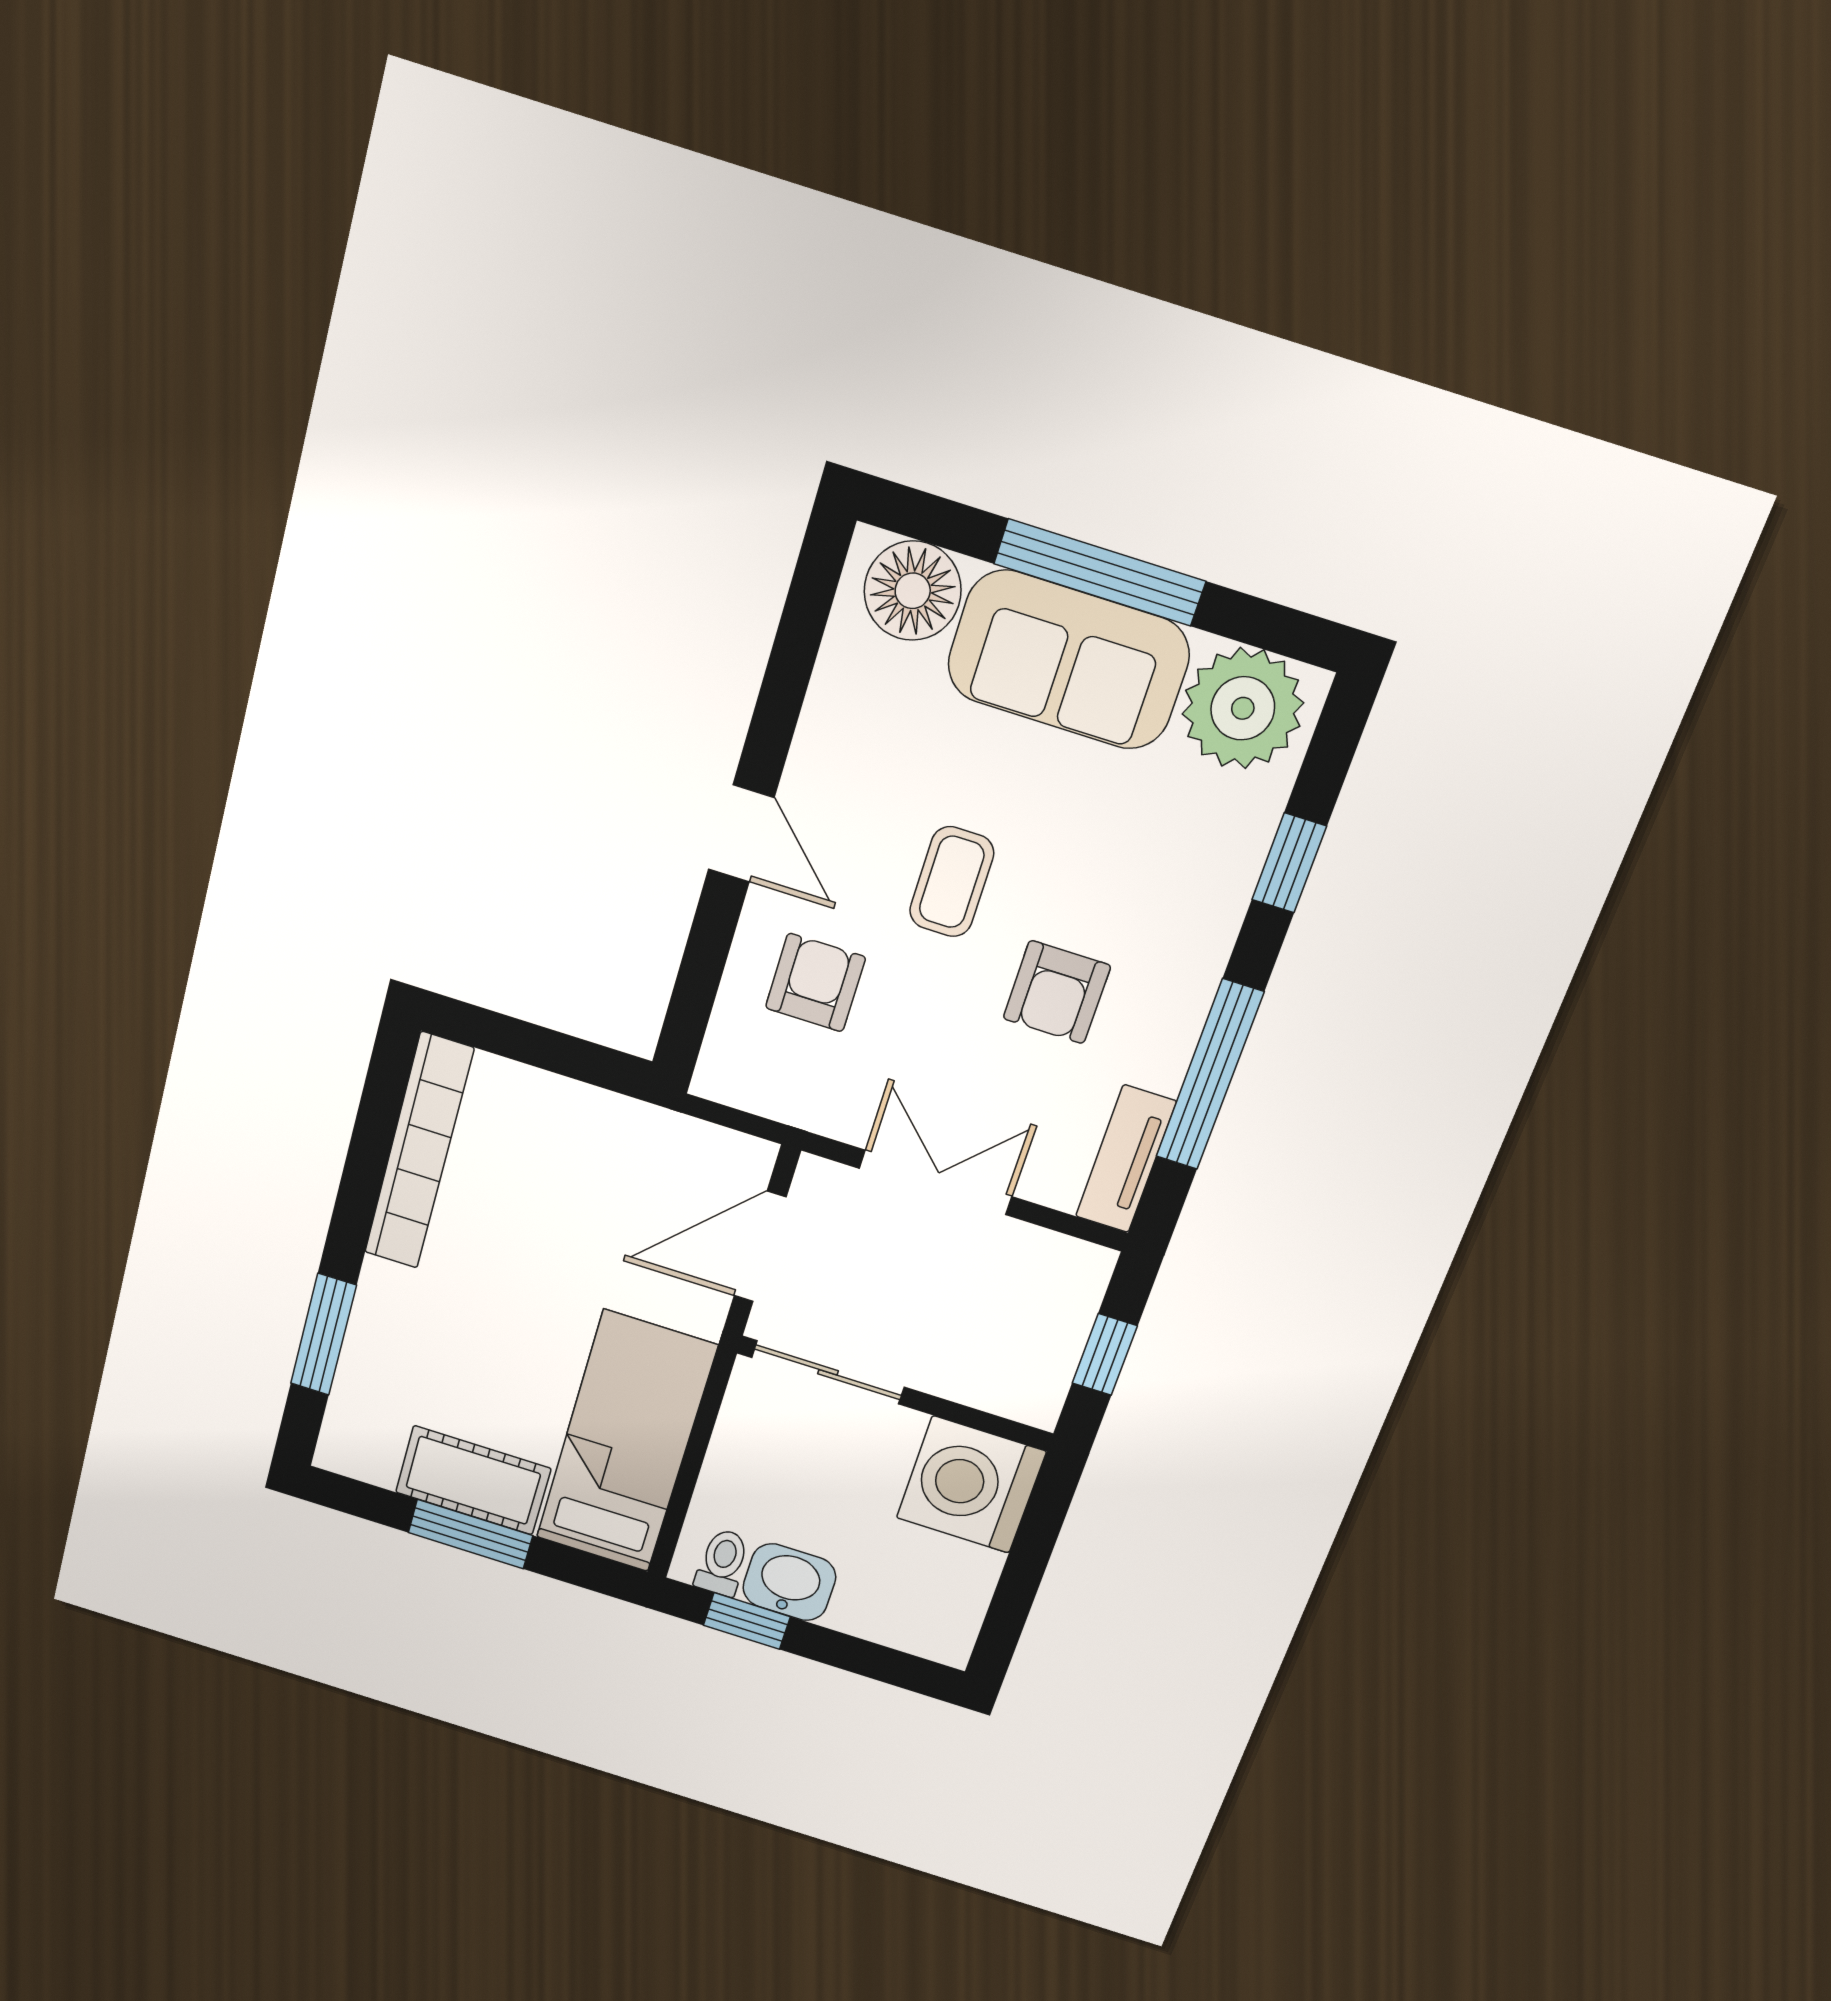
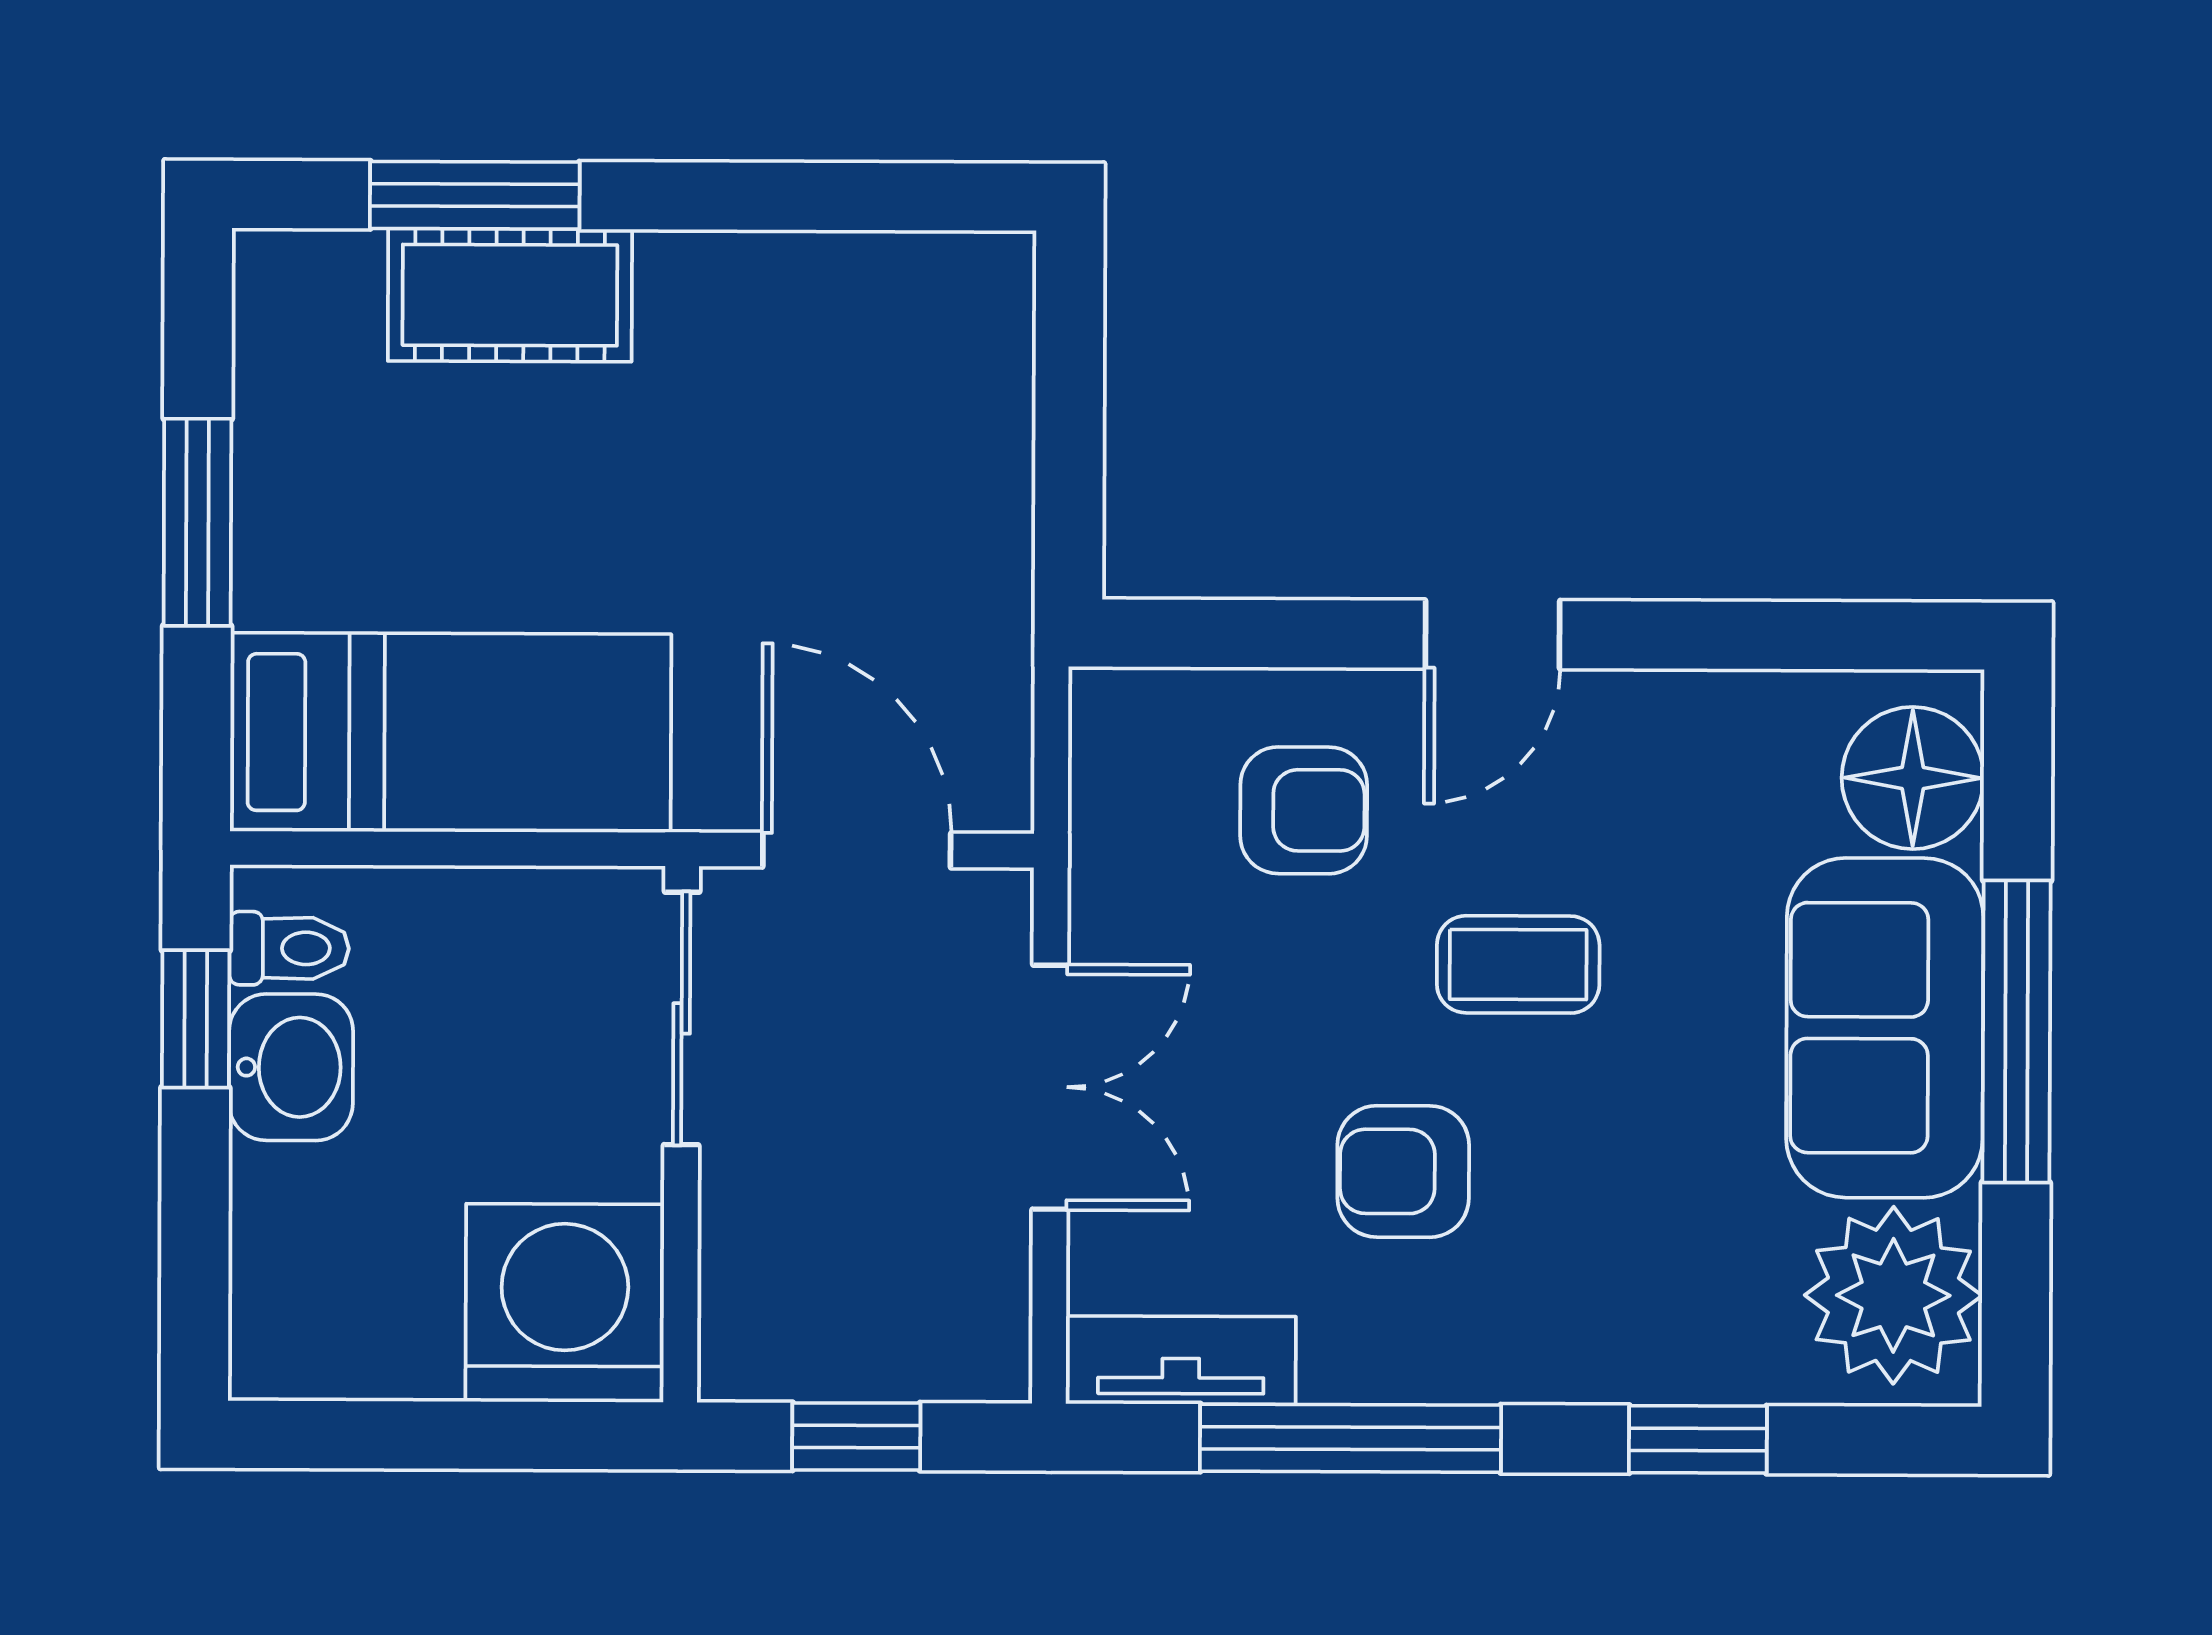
bookcase: (419, 1151) -> (838, 275), removed
cot: (473, 1480) -> (510, 295), moved, turned 90

